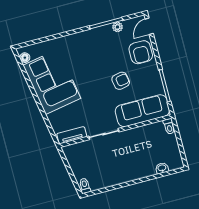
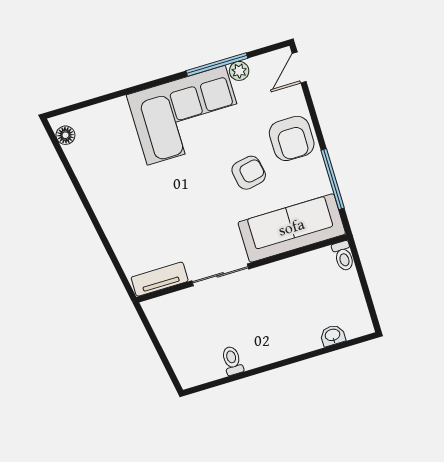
armchair: (141, 52) -> (292, 138), moved
corner sofa: (52, 82) -> (186, 115), moved, turned 100
toilet: (85, 186) -> (232, 361), moved

